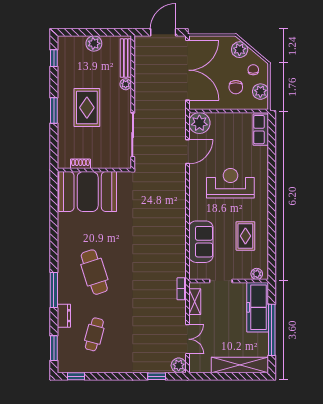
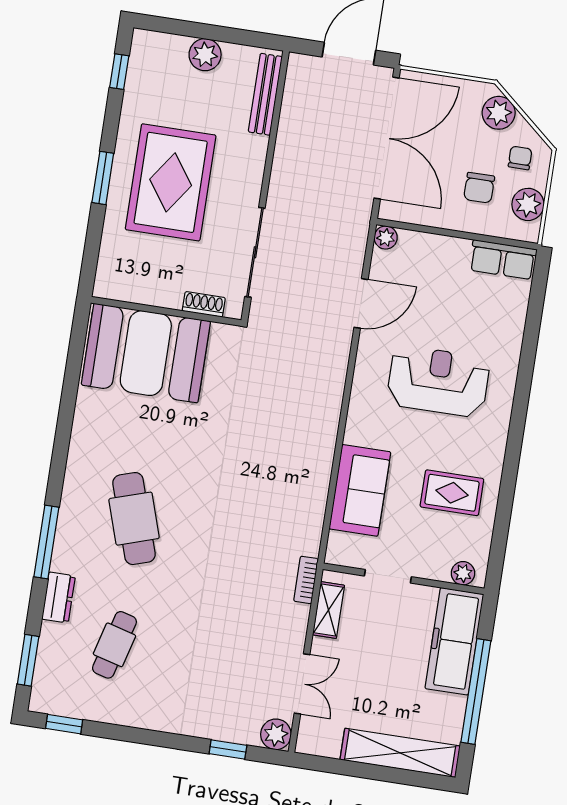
plant: (126, 84) -> (257, 147), removed
rug: (87, 108) -> (171, 182), width x1.37, depth x1.44
plant: (199, 123) -> (386, 238), width x0.53, depth x0.53
row of seats: (261, 130) -> (503, 260), moved, turned -90
shoe rack: (80, 164) -> (204, 304), moved
rug: (245, 236) -> (452, 493), turned 90

